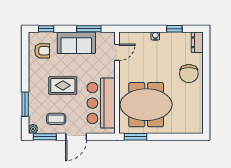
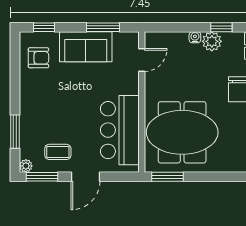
plant: (168, 39) -> (212, 41), added
rug: (63, 85) -> (67, 106), removed

